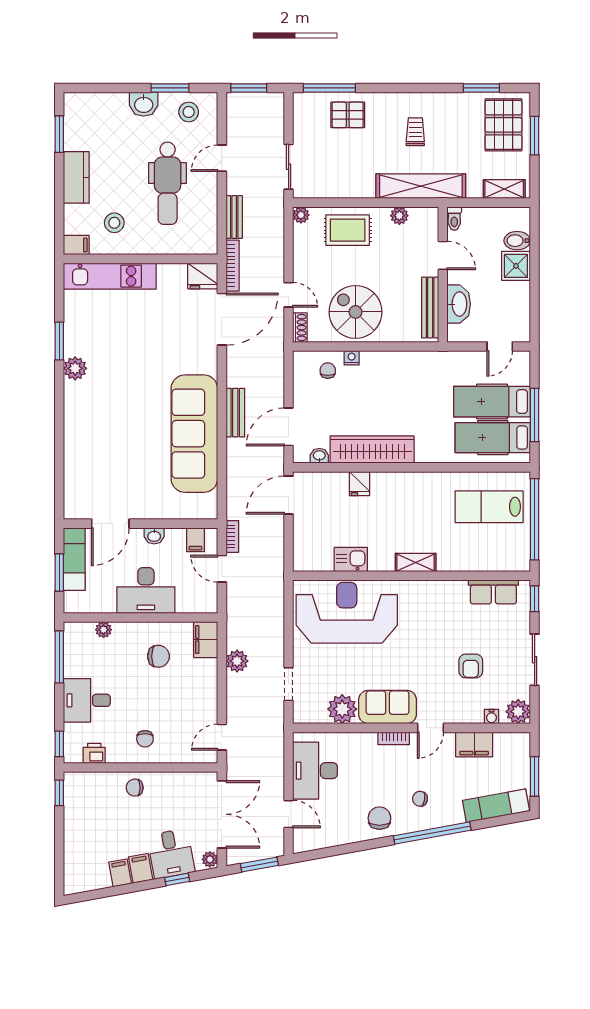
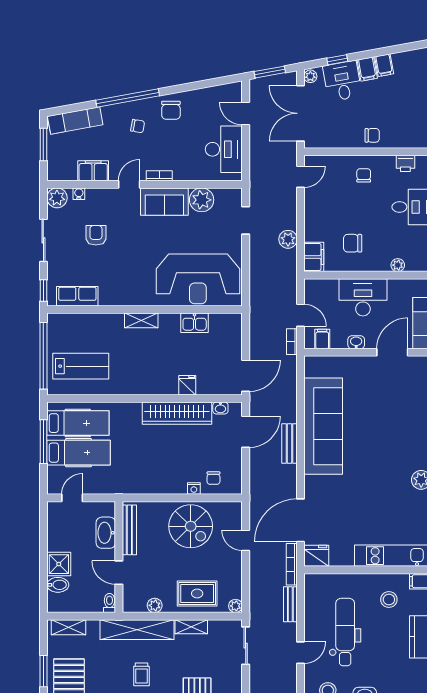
shelving: (355, 190) -> (191, 627), added
shoe rack: (300, 328) -> (236, 513), removed

